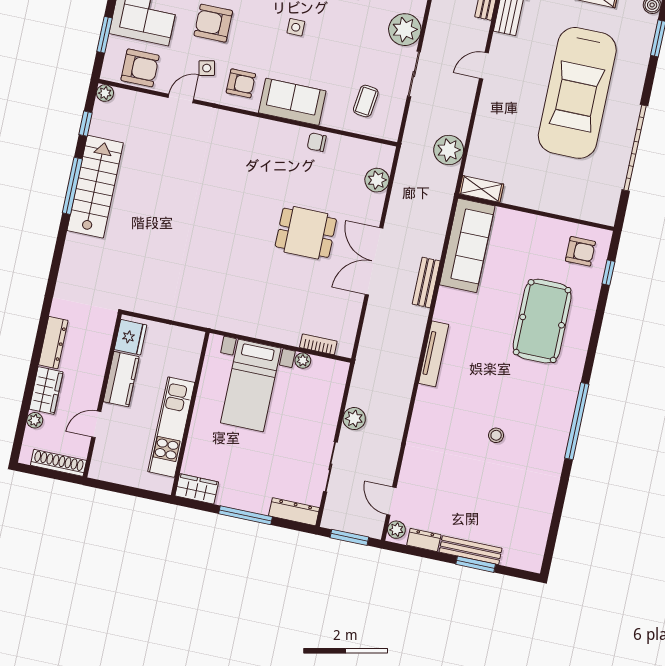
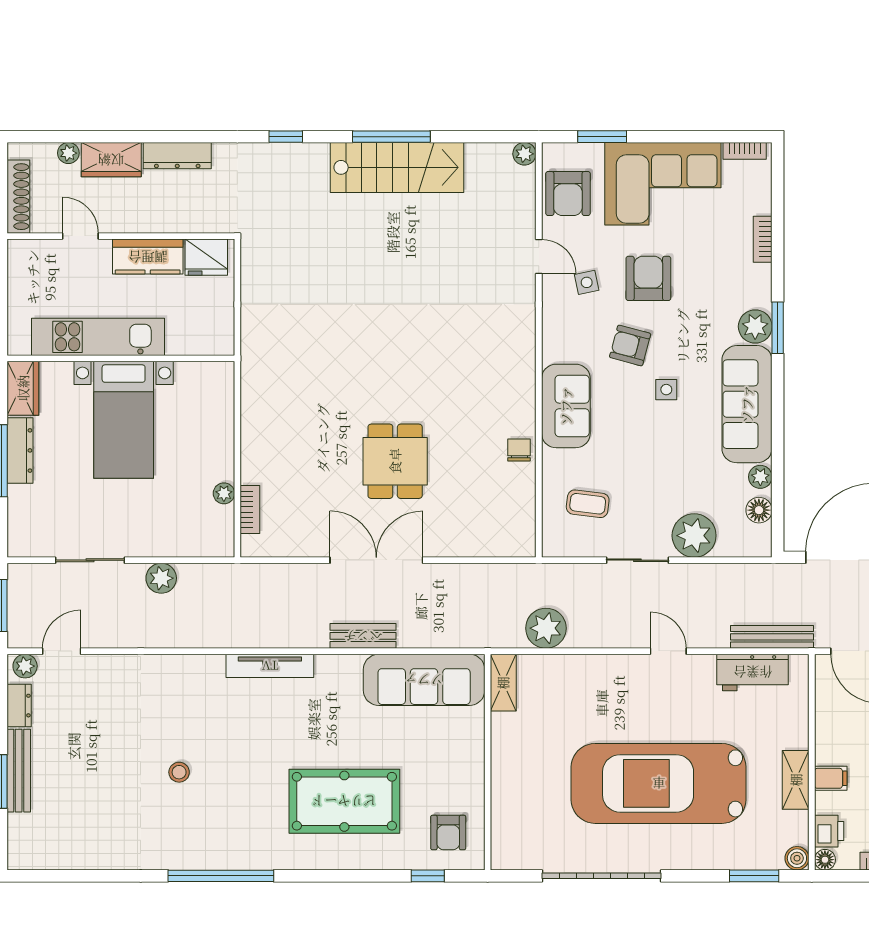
armchair: (241, 83) -> (630, 345), moved, turned 105
window: (86, 124) -> (286, 137), moved
plant: (377, 180) -> (486, 541), removed
bed with nightstands: (251, 385) -> (124, 420), moved, turned -90
dresser: (294, 512) -> (20, 450), moved

